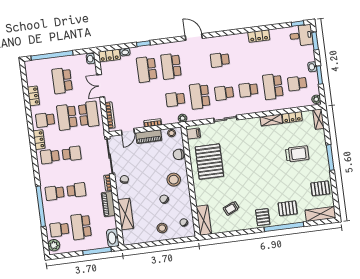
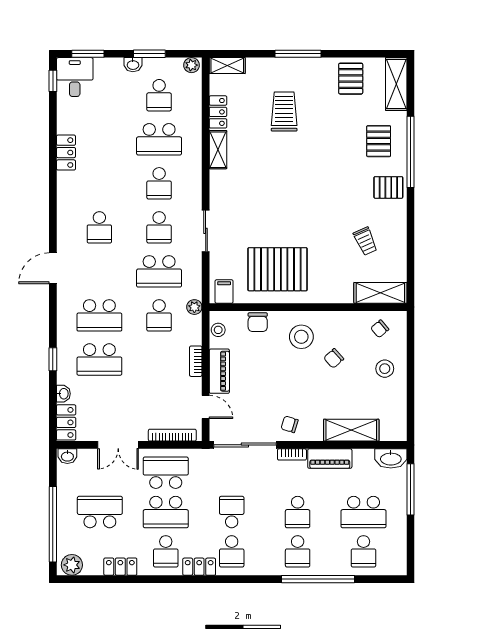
school desk: (62, 81) -> (100, 512), turned 180
school desk: (76, 190) -> (298, 512), turned 180
plant: (54, 245) -> (72, 565), moved

